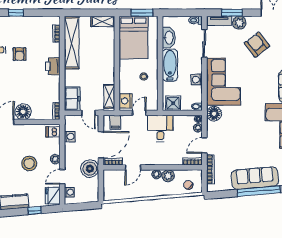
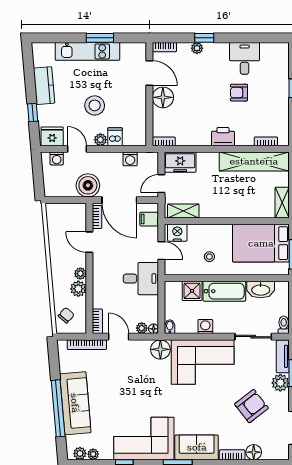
shower: (173, 103) -> (192, 291), moved
dishwasher: (53, 132) -> (115, 137), moved

